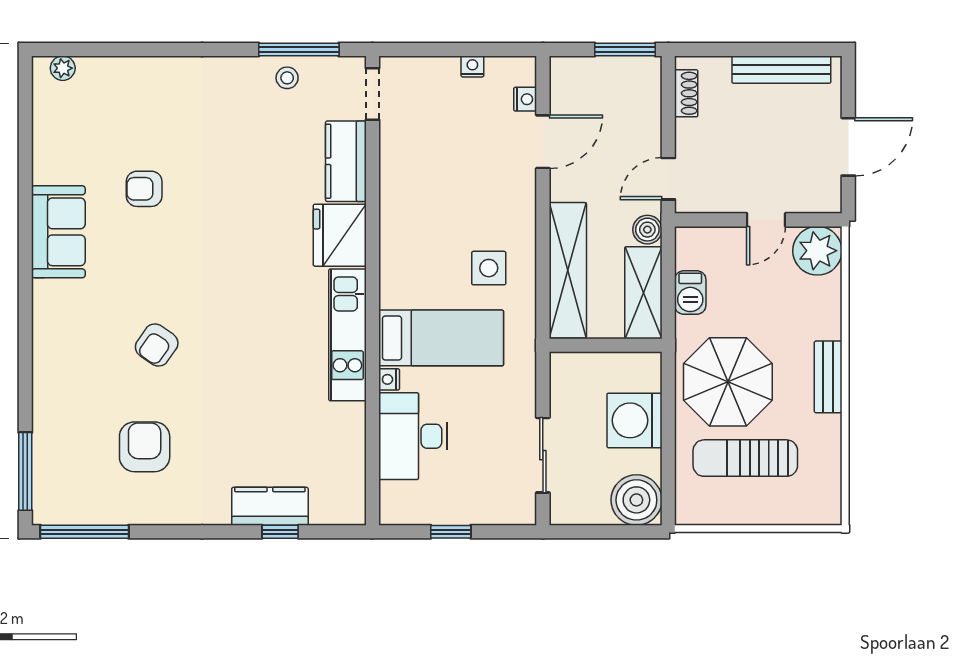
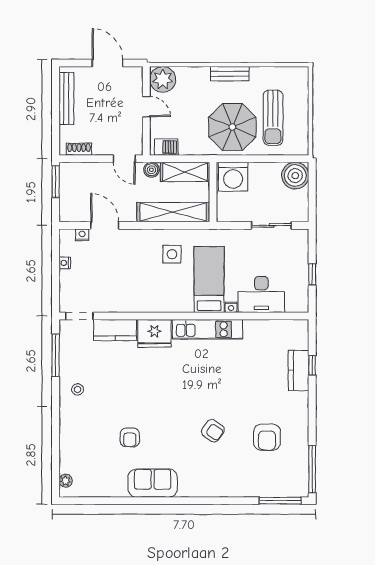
stool: (287, 78) -> (78, 389), moved
barbecue: (690, 292) -> (166, 147), moved
washing machine: (634, 420) -> (233, 177), moved
armchair: (145, 447) -> (267, 437), turned -90

